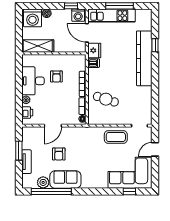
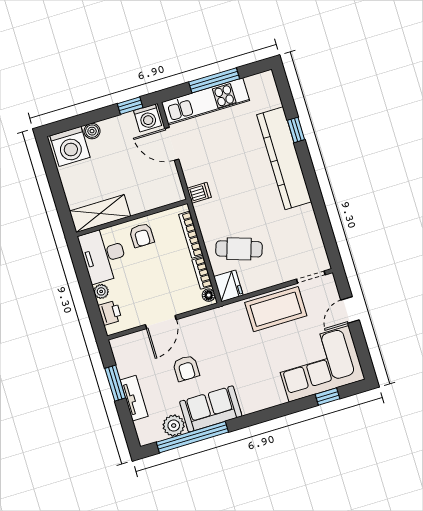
shelving: (38, 46) -> (100, 214), moved
fridge: (94, 50) -> (228, 286), moved
wall: (54, 53) -> (132, 218), moved
coffee table: (116, 137) -> (276, 309), width x1.36, depth x1.32

